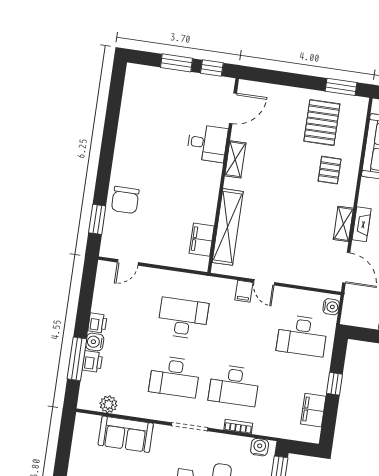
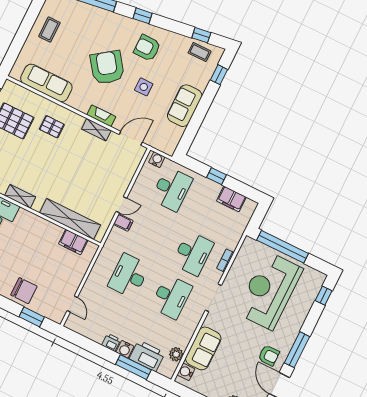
printer: (92, 362) -> (147, 356), width x1.87, depth x1.48
water cooler: (260, 447) -> (186, 372), moved

